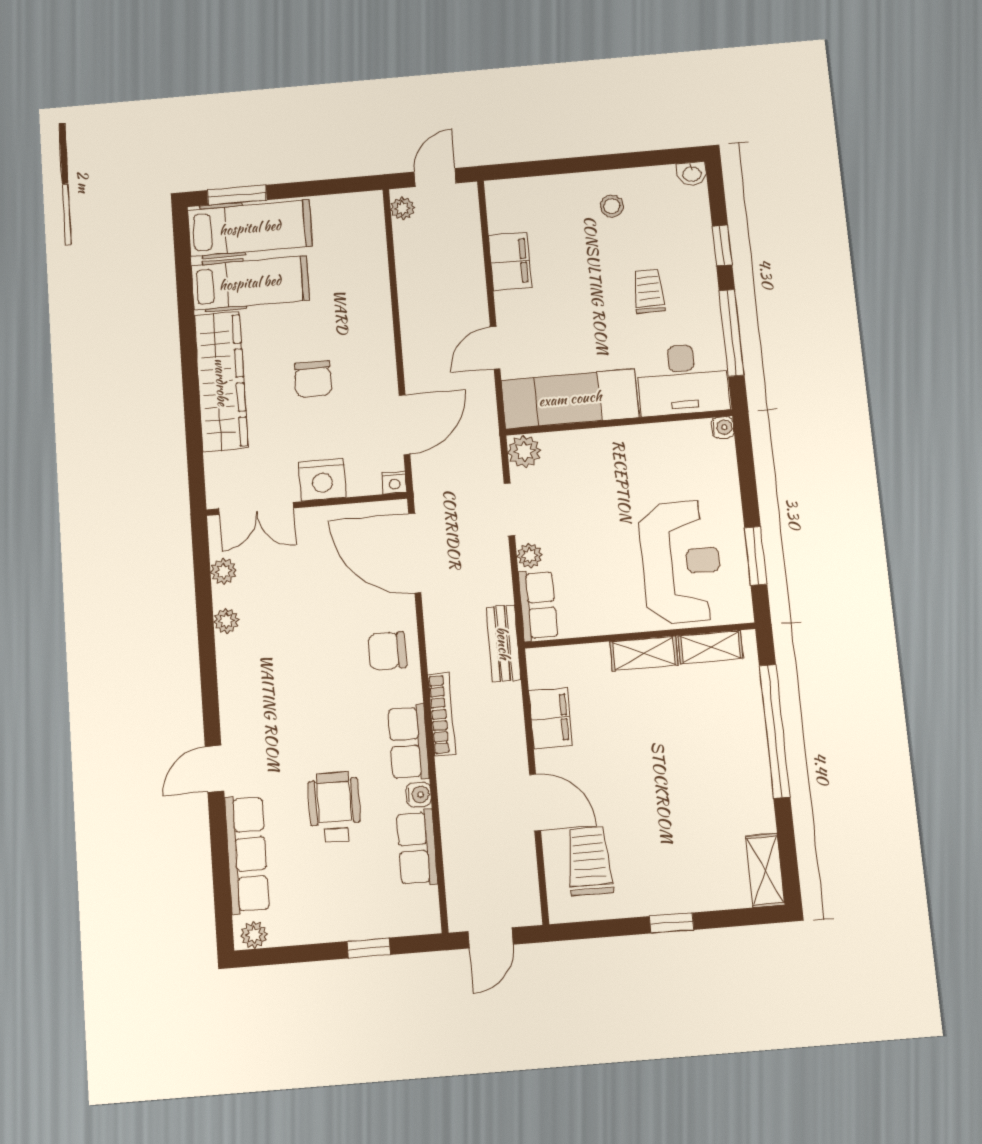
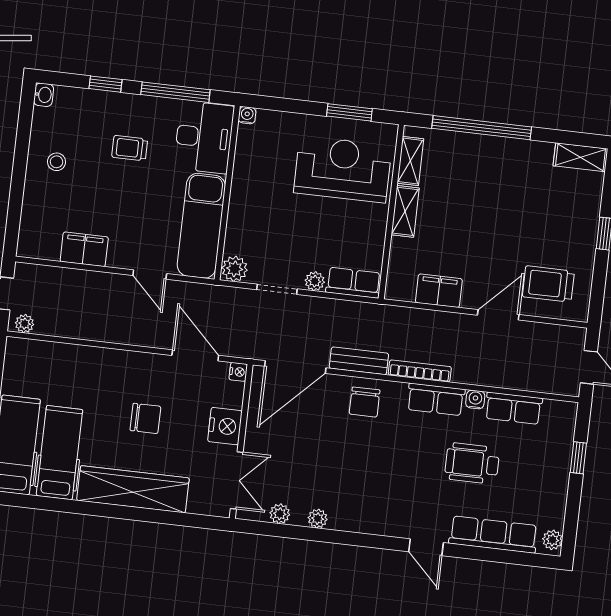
bench: (503, 643) -> (359, 361), moved

